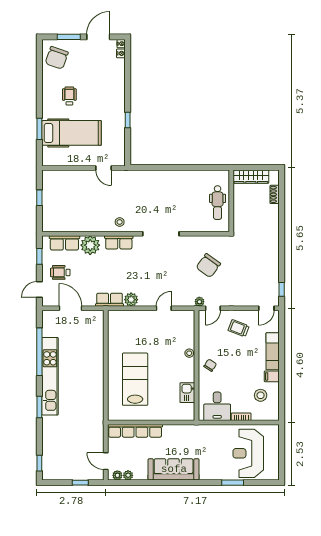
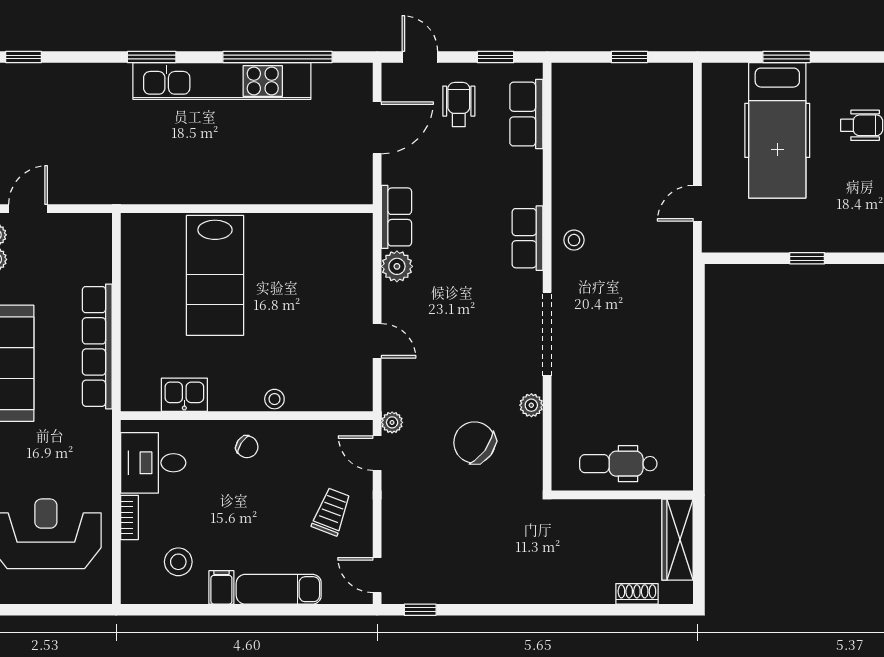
plant: (90, 245) -> (531, 405), moved, width x0.53, depth x0.53
lab bench: (135, 379) -> (215, 275), turned 90
row of seats: (135, 431) -> (97, 346), moved

